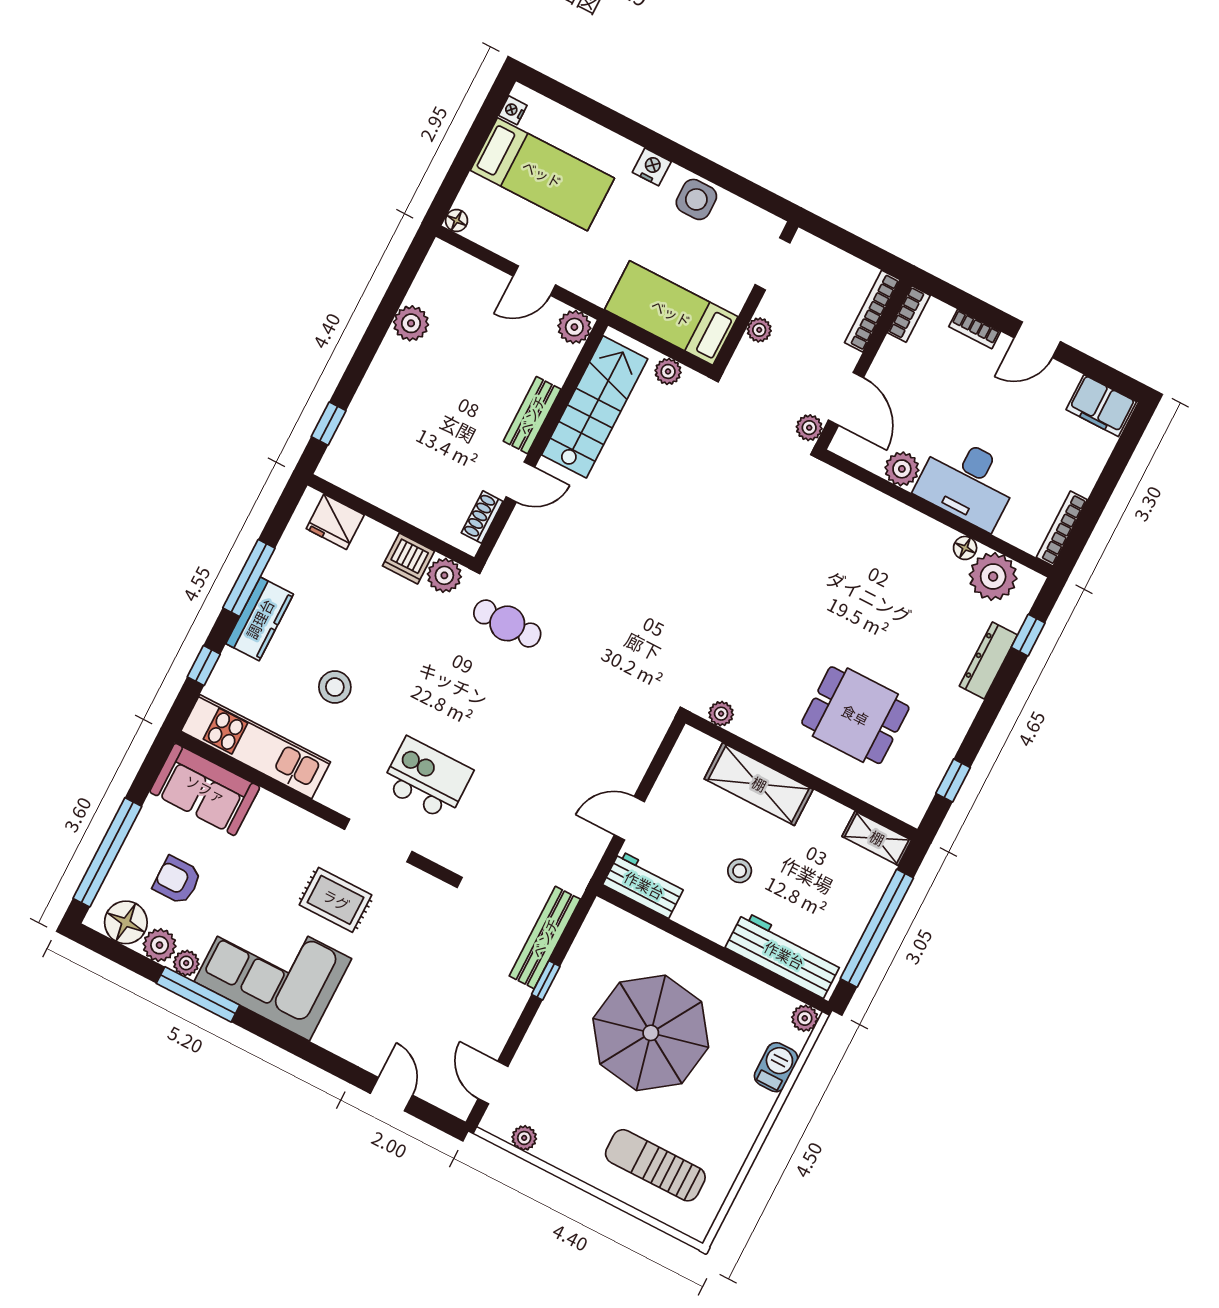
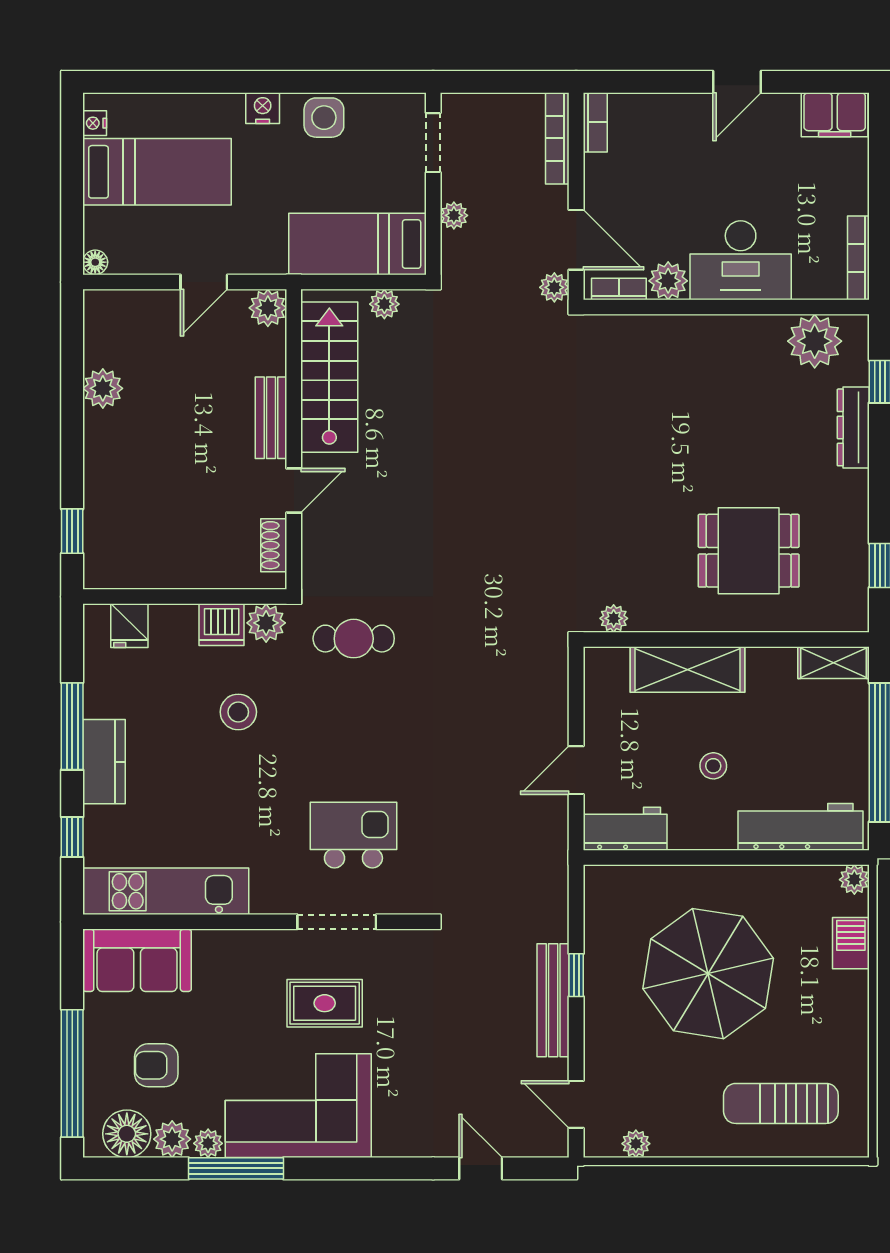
bookcase: (975, 329) -> (619, 289), moved, turned 180
fridge: (335, 522) -> (129, 626), width x0.72
floor lamp: (965, 548) -> (772, 327), removed
stool: (335, 687) -> (238, 712), moved
bench: (545, 938) -> (553, 1000), moved

